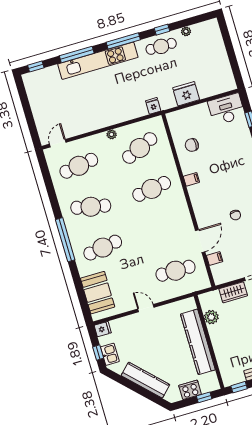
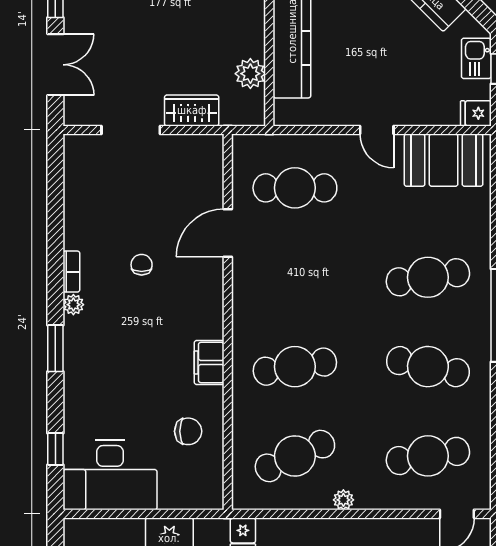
desk: (226, 109) -> (110, 475), width x1.36, depth x1.30
filing cabinet: (191, 179) -> (209, 362), width x2.00
filing cabinet: (215, 259) -> (209, 189), removed
booth: (98, 293) -> (444, 160), moved, turned 90

